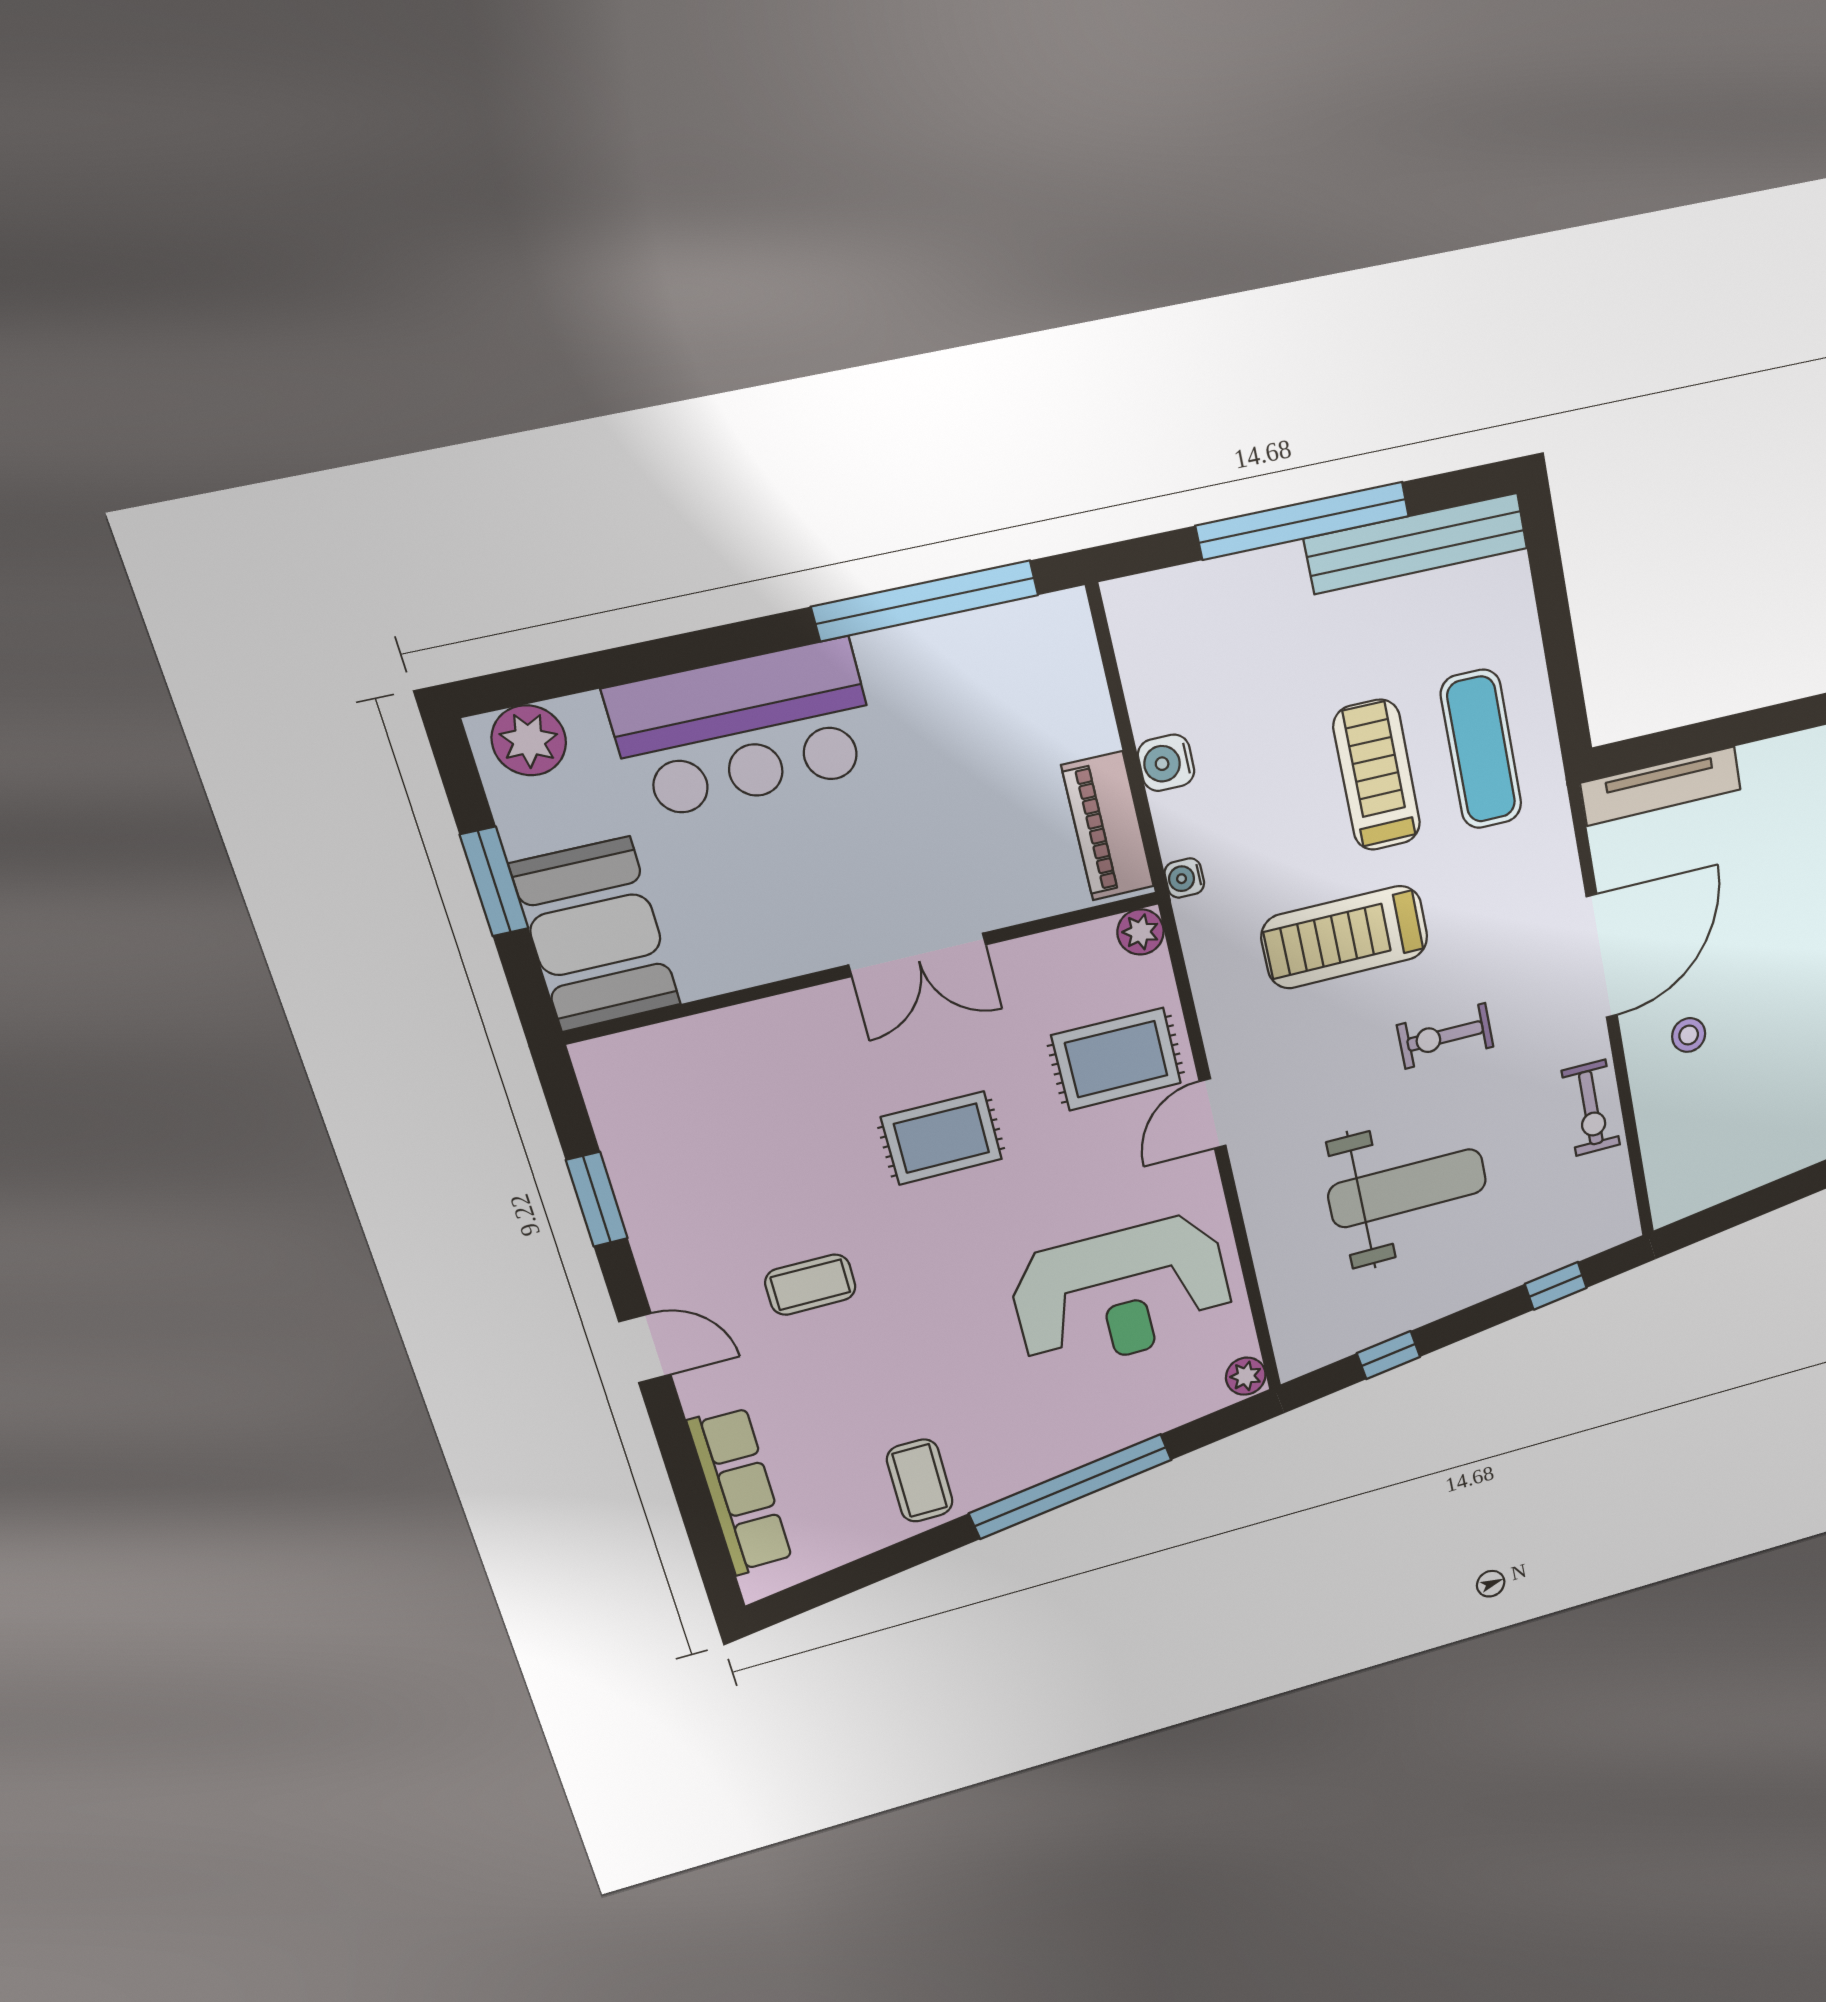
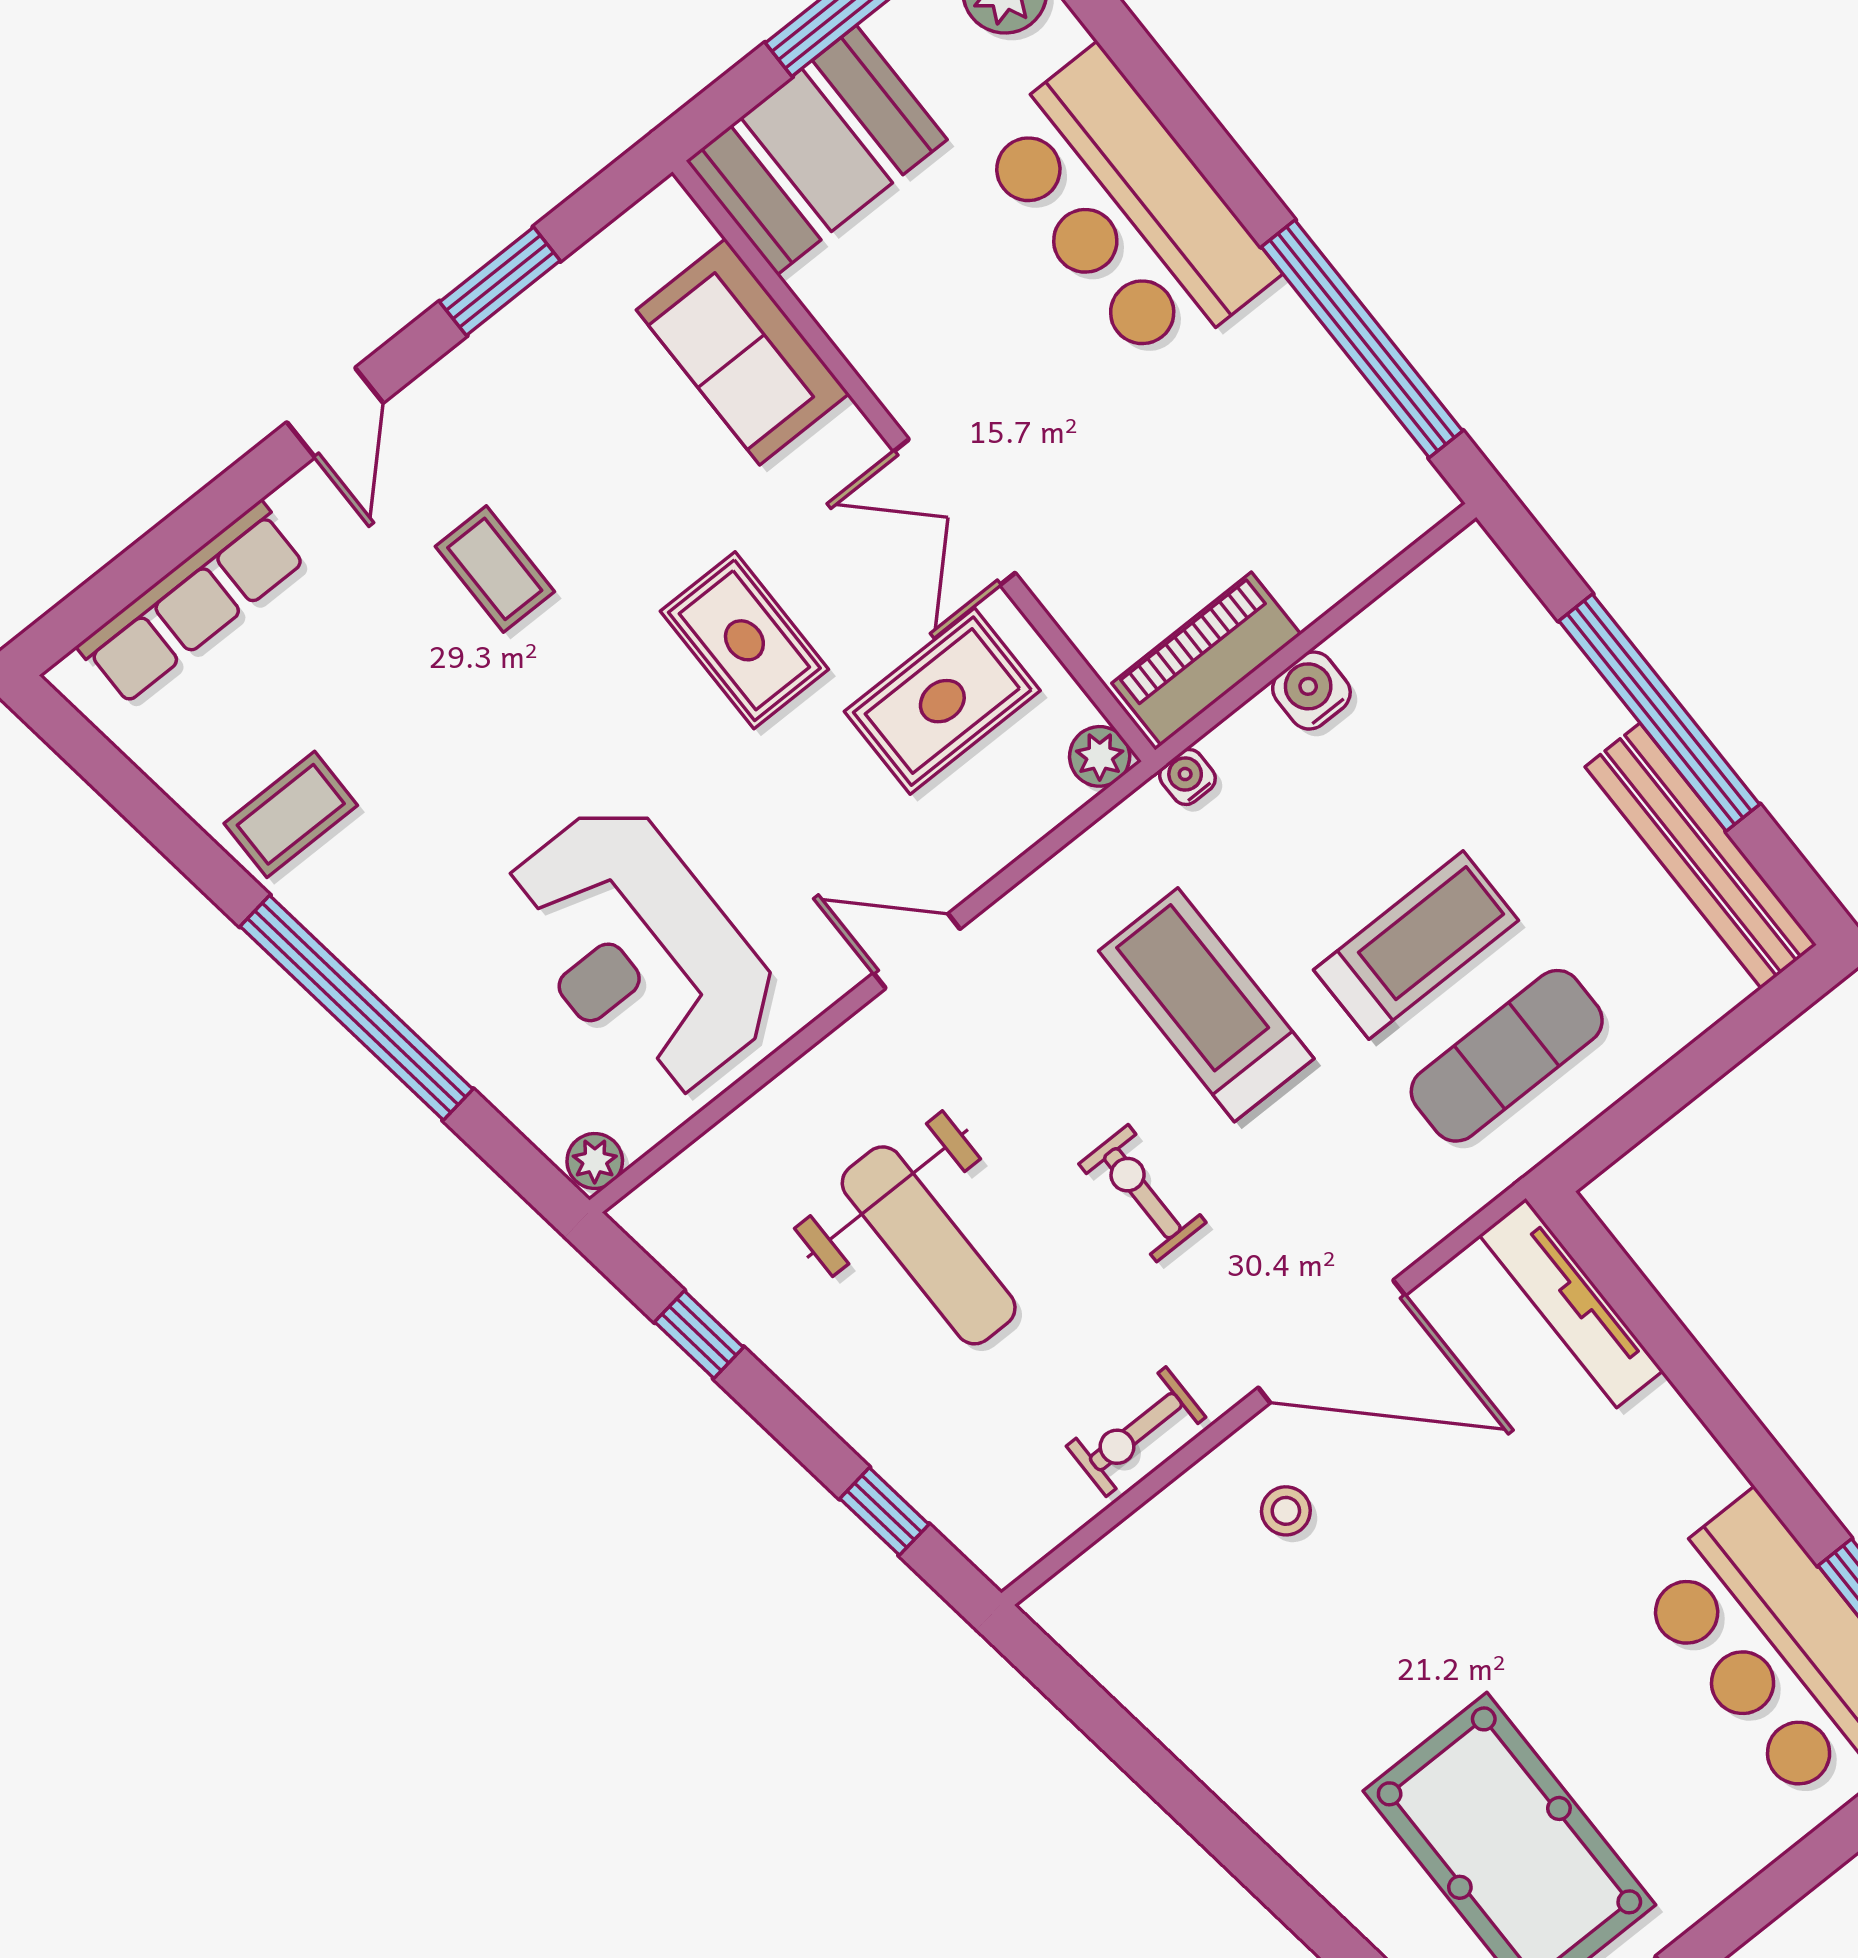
sofa: (728, 1052) -> (743, 352), added
rug: (1116, 1059) -> (942, 701), moved, turned 90

